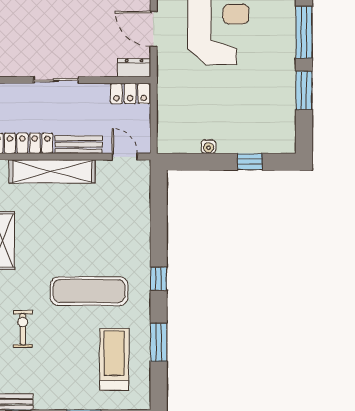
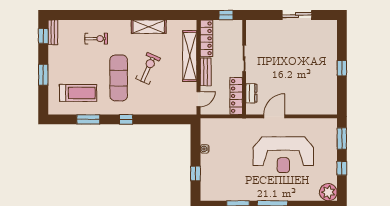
dresser: (134, 68) -> (251, 93), moved
locker: (130, 93) -> (236, 96), width x1.53
exercise bike: (73, 242) -> (148, 68), added

